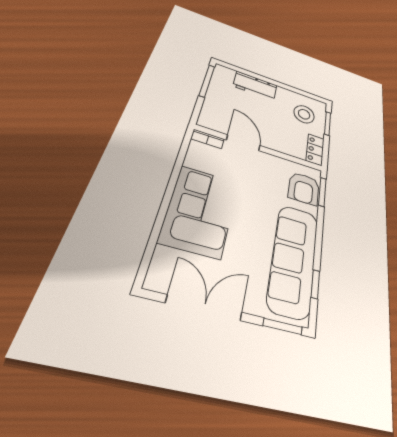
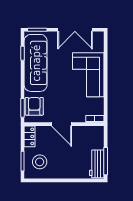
workbench: (255, 86) -> (97, 164), moved, turned -90
door: (243, 143) -> (62, 124), moved

